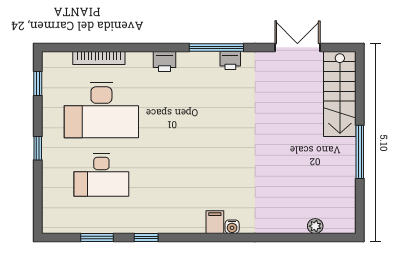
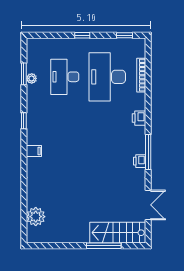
window: (360, 152) -> (104, 246), moved
plant: (104, 226) -> (32, 78), added
plant: (315, 226) -> (36, 217), width x1.88, depth x1.88
water cooler: (232, 227) -> (31, 162), removed
window: (146, 238) -> (24, 121), moved

